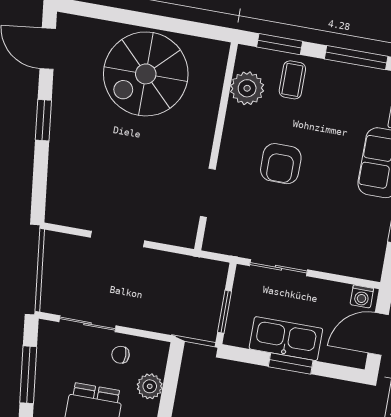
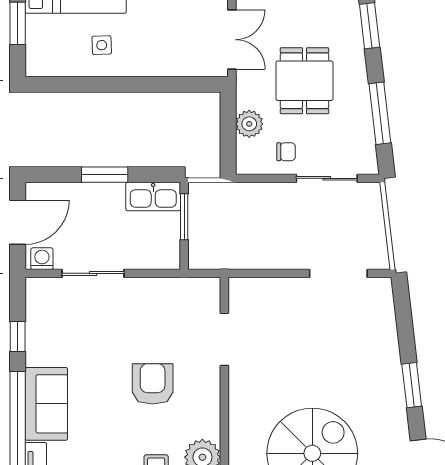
doorway: (117, 239) -> (338, 273), moved
sliding door: (278, 268) -> (93, 273), moved
kitchen sink: (286, 339) -> (153, 196), moved, width x0.73, depth x0.81

